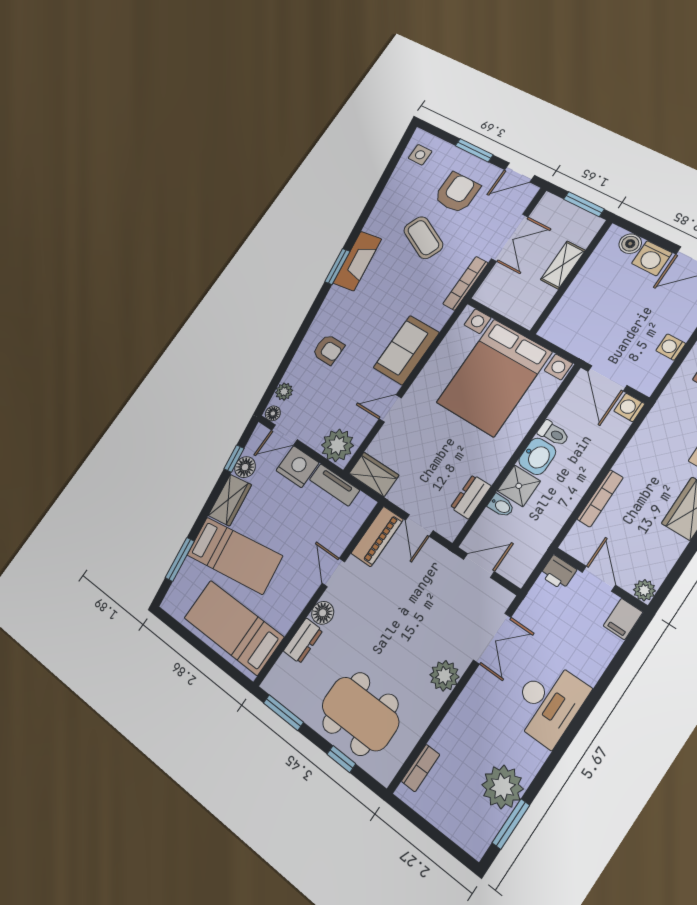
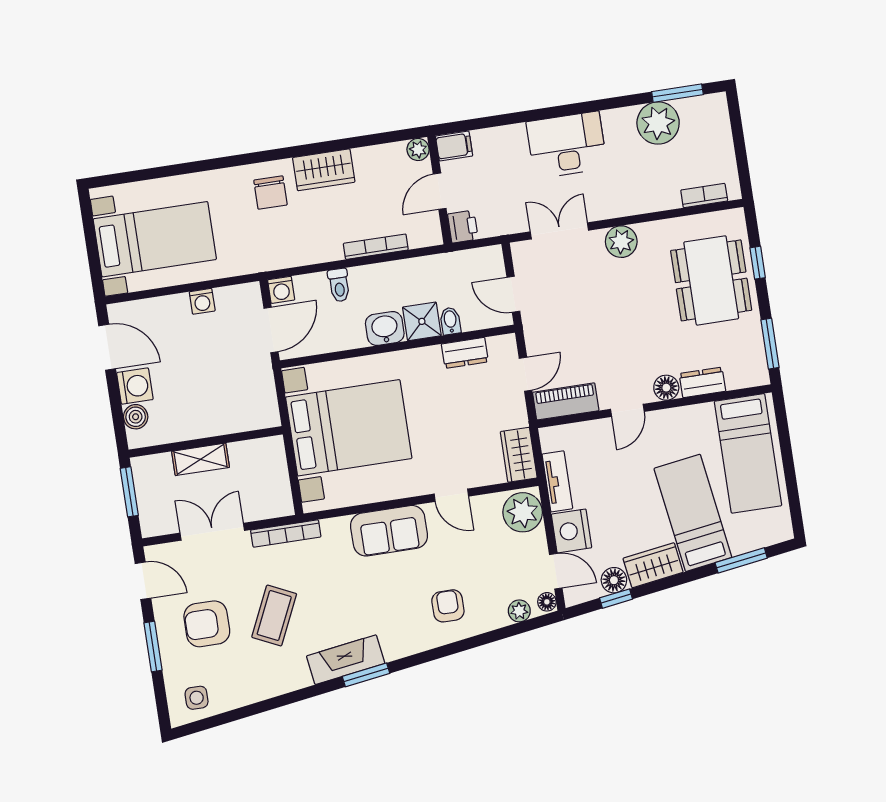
toilet: (553, 433) -> (339, 285), moved, turned 180

